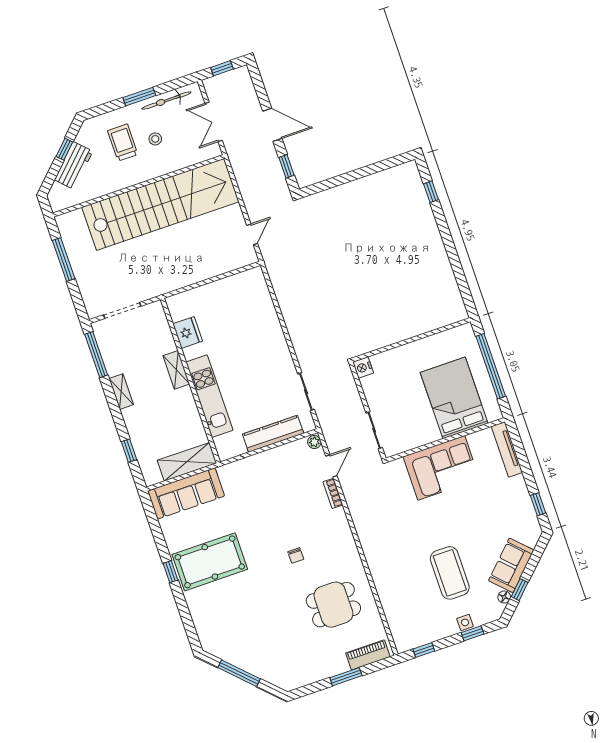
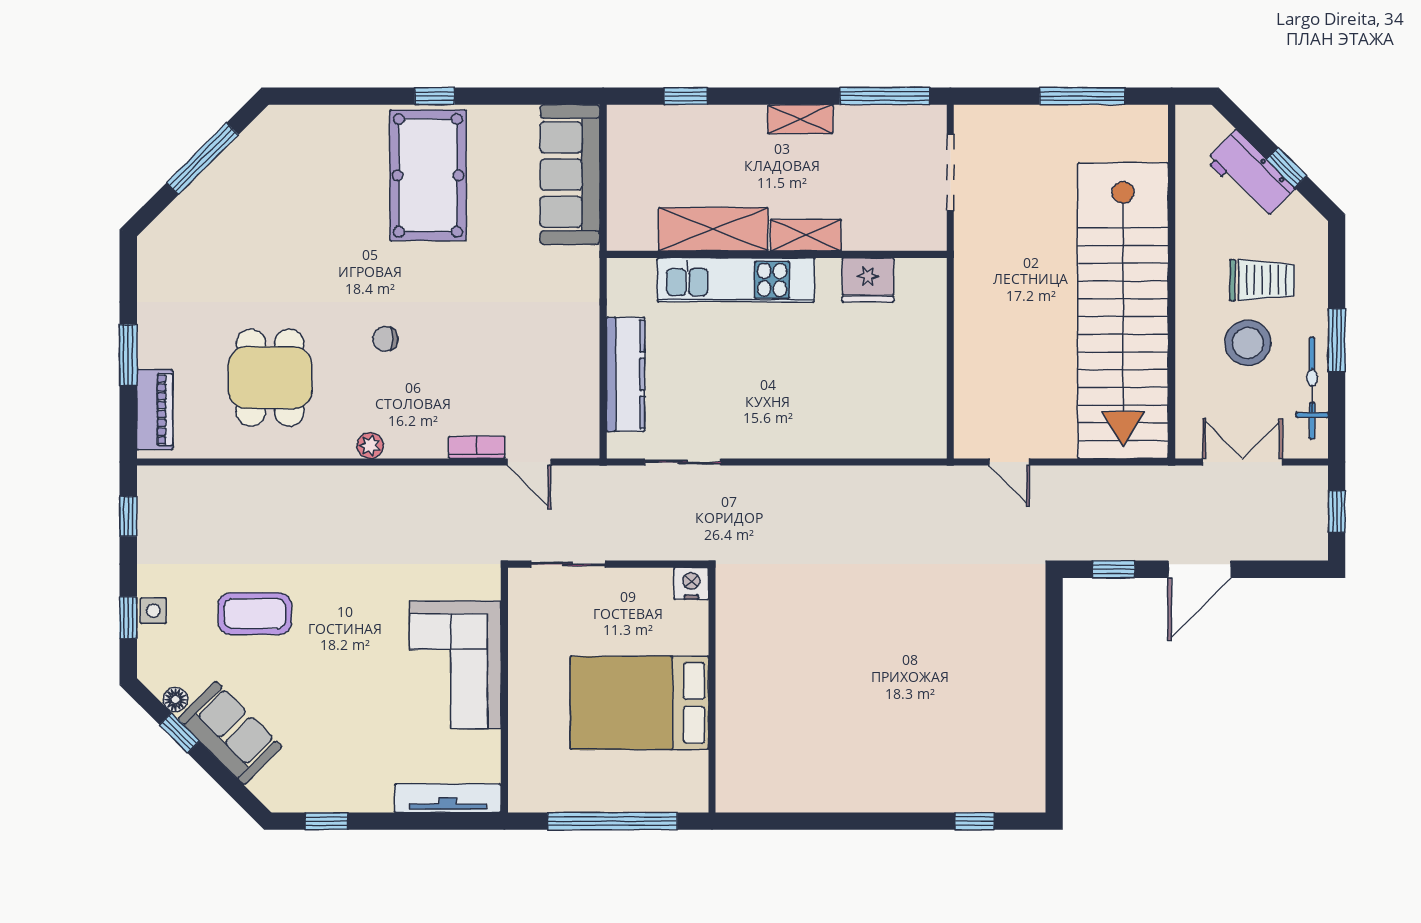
stool: (155, 139) -> (1248, 343), width x1.89, depth x1.89
bed: (454, 398) -> (639, 703), moved, turned 180
plant: (314, 442) -> (370, 446), moved
shelving: (187, 462) -> (713, 229), moved, turned 90
coffee table: (450, 573) -> (255, 614), width x0.73, depth x0.76

